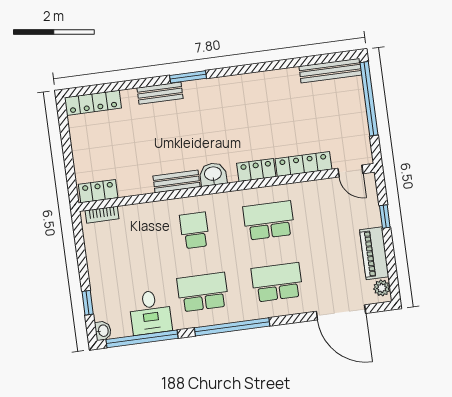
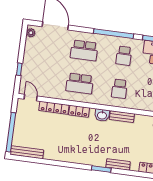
piano: (374, 253) -> (30, 52), removed
school desk: (203, 292) -> (124, 56), width x0.54

